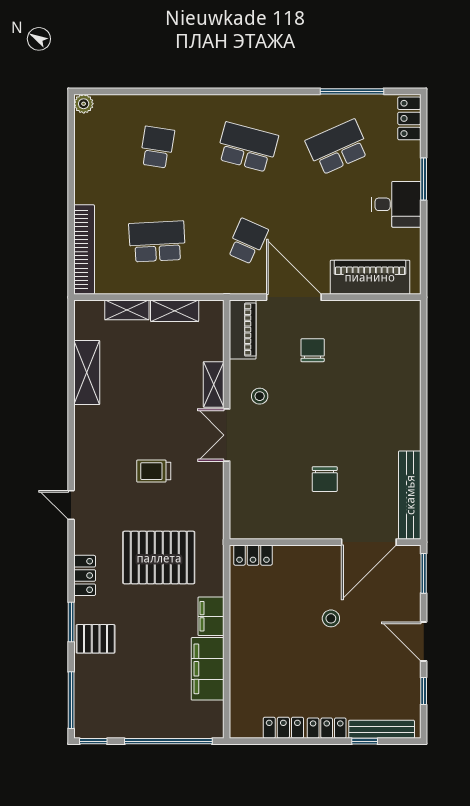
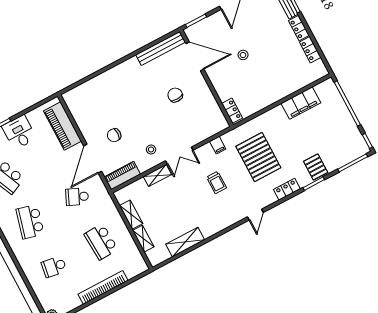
bookcase: (84, 250) -> (103, 287), moved
chair: (325, 479) -> (175, 95), turned -90
filing cabinet: (211, 616) -> (218, 145), moved, width x0.50

